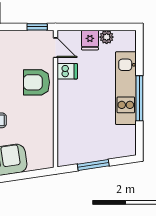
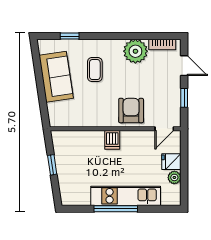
window: (37, 27) -> (184, 98), moved
dishwasher: (67, 71) -> (112, 140), moved
window: (93, 165) -> (52, 165), width x0.67

